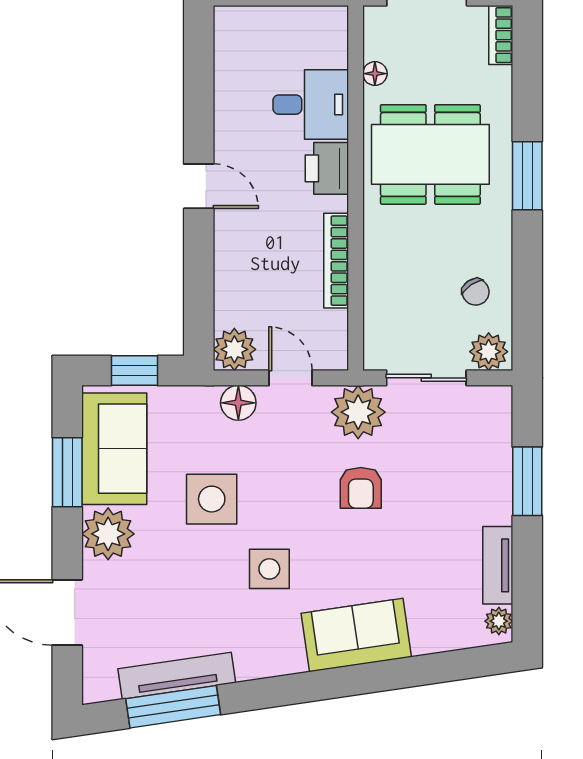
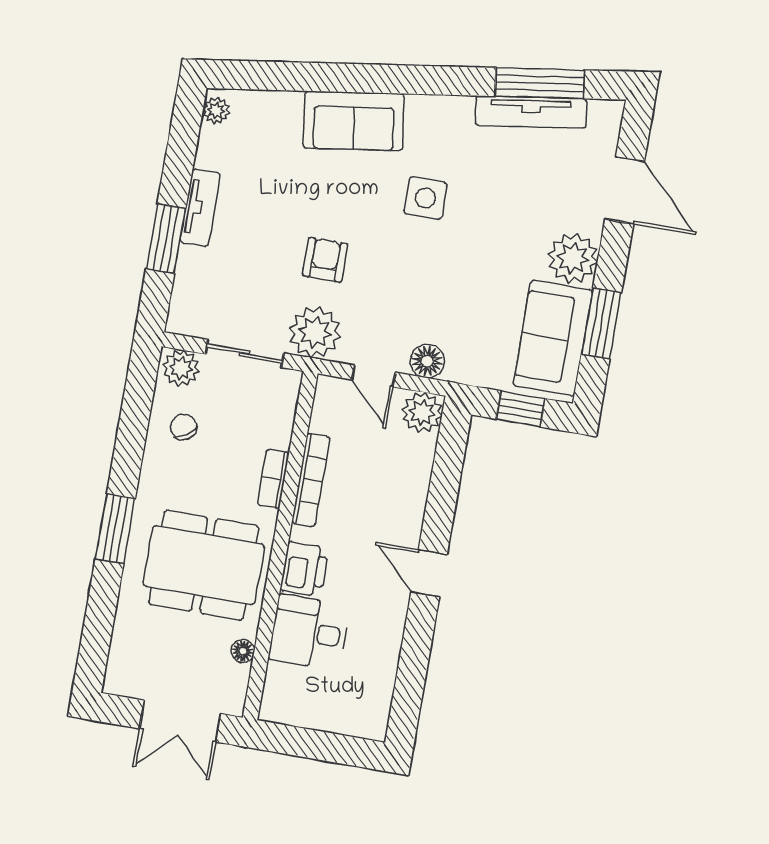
bookcase: (501, 35) -> (273, 479), moved, turned 180
side table: (212, 499) -> (469, 274), removed
tv unit: (498, 565) -> (200, 208), moved

